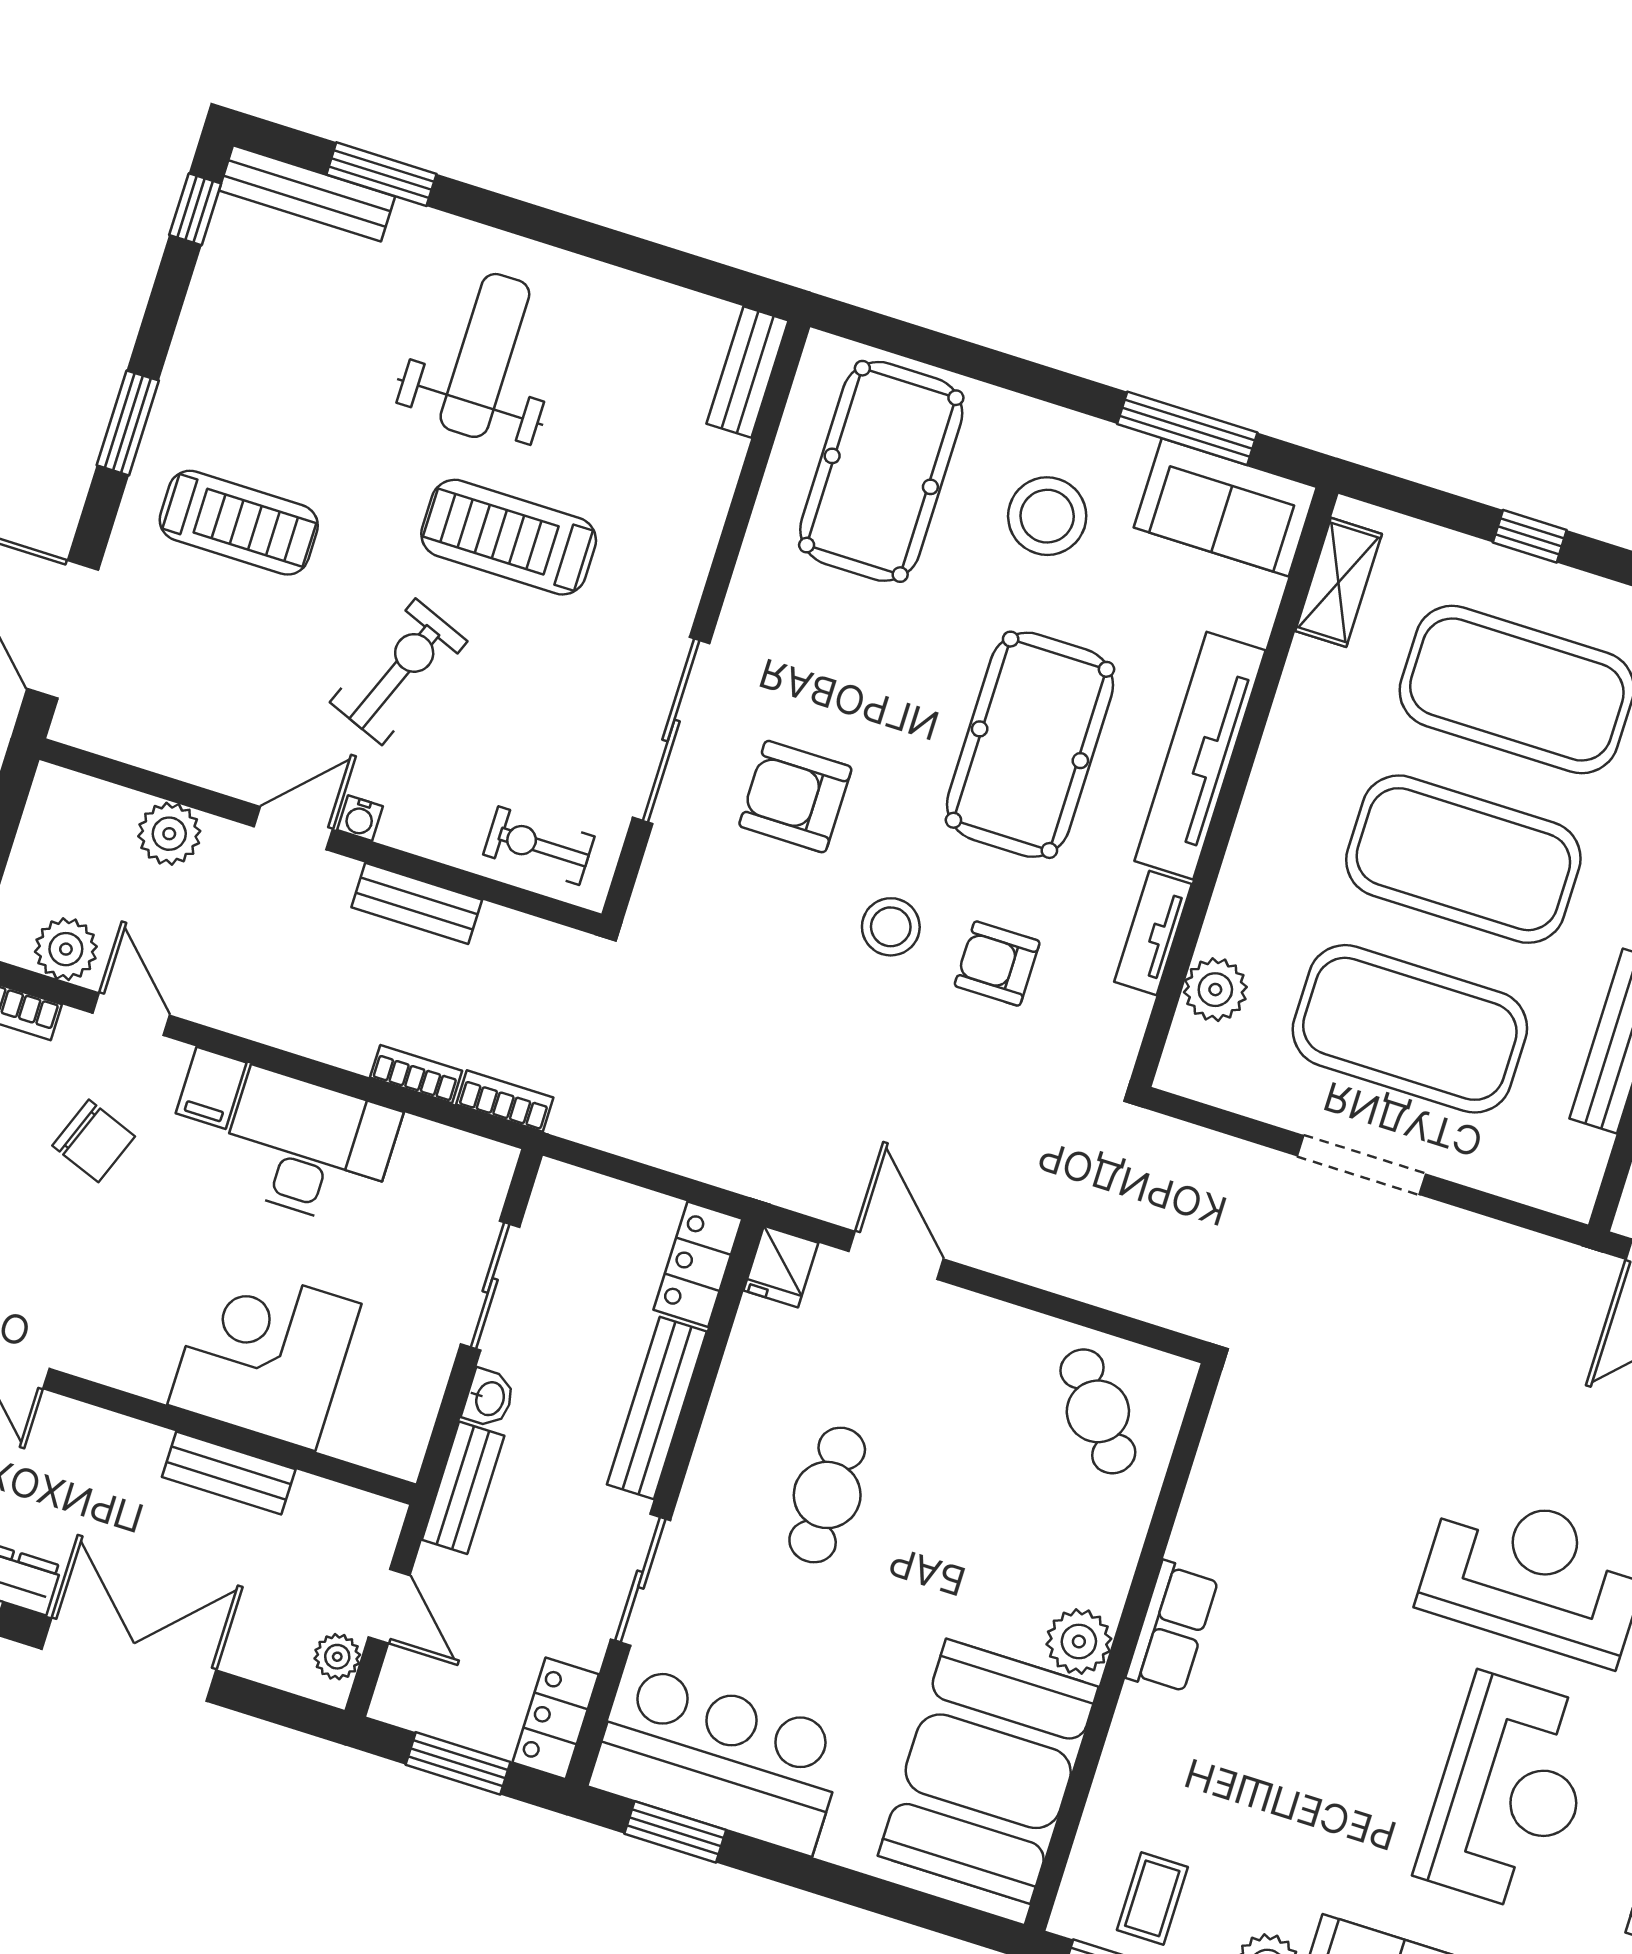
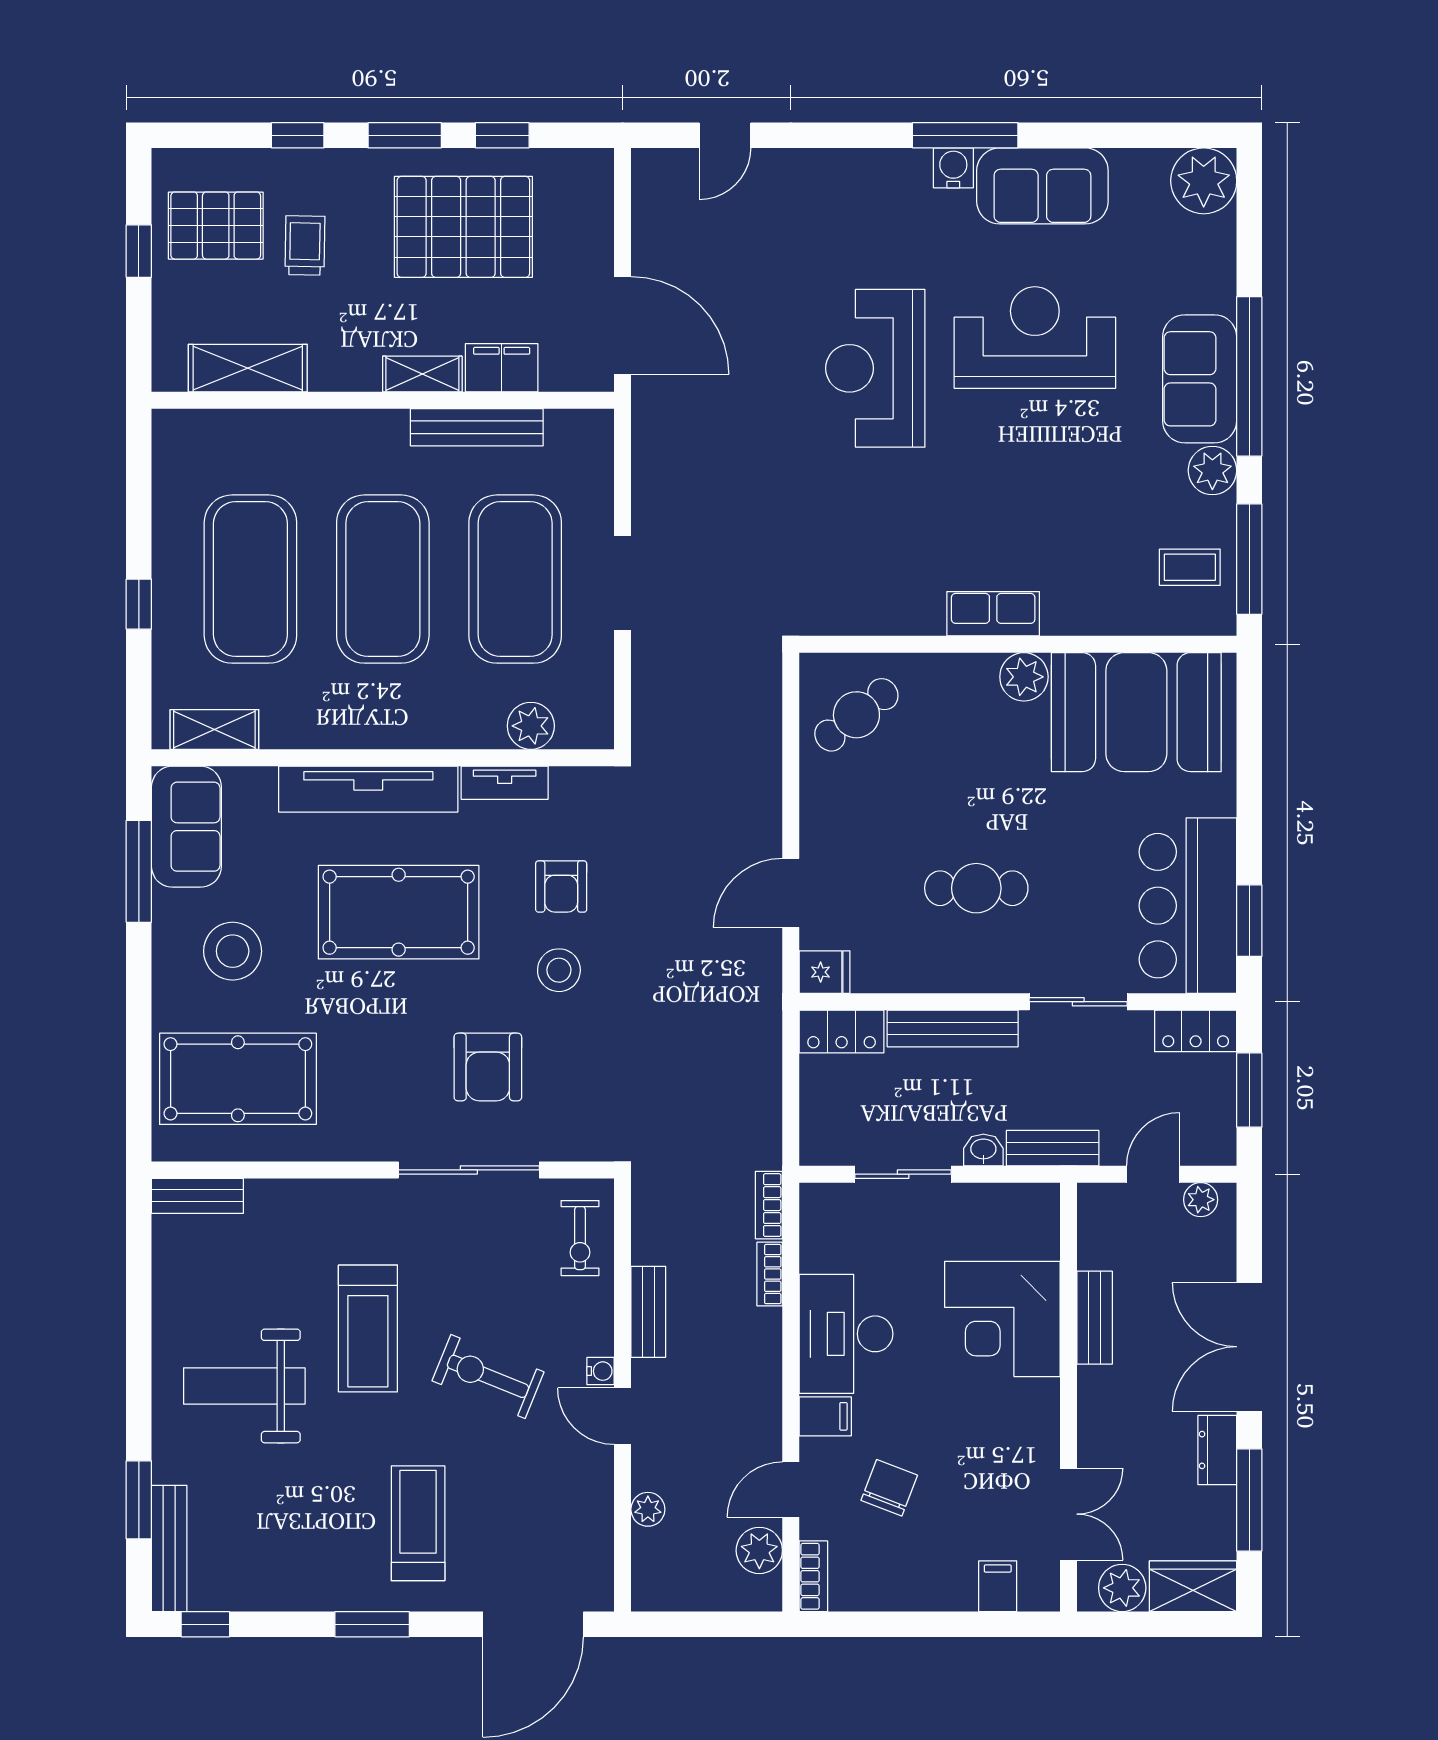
plant: (169, 834) -> (648, 1509), width x0.73, depth x0.73

